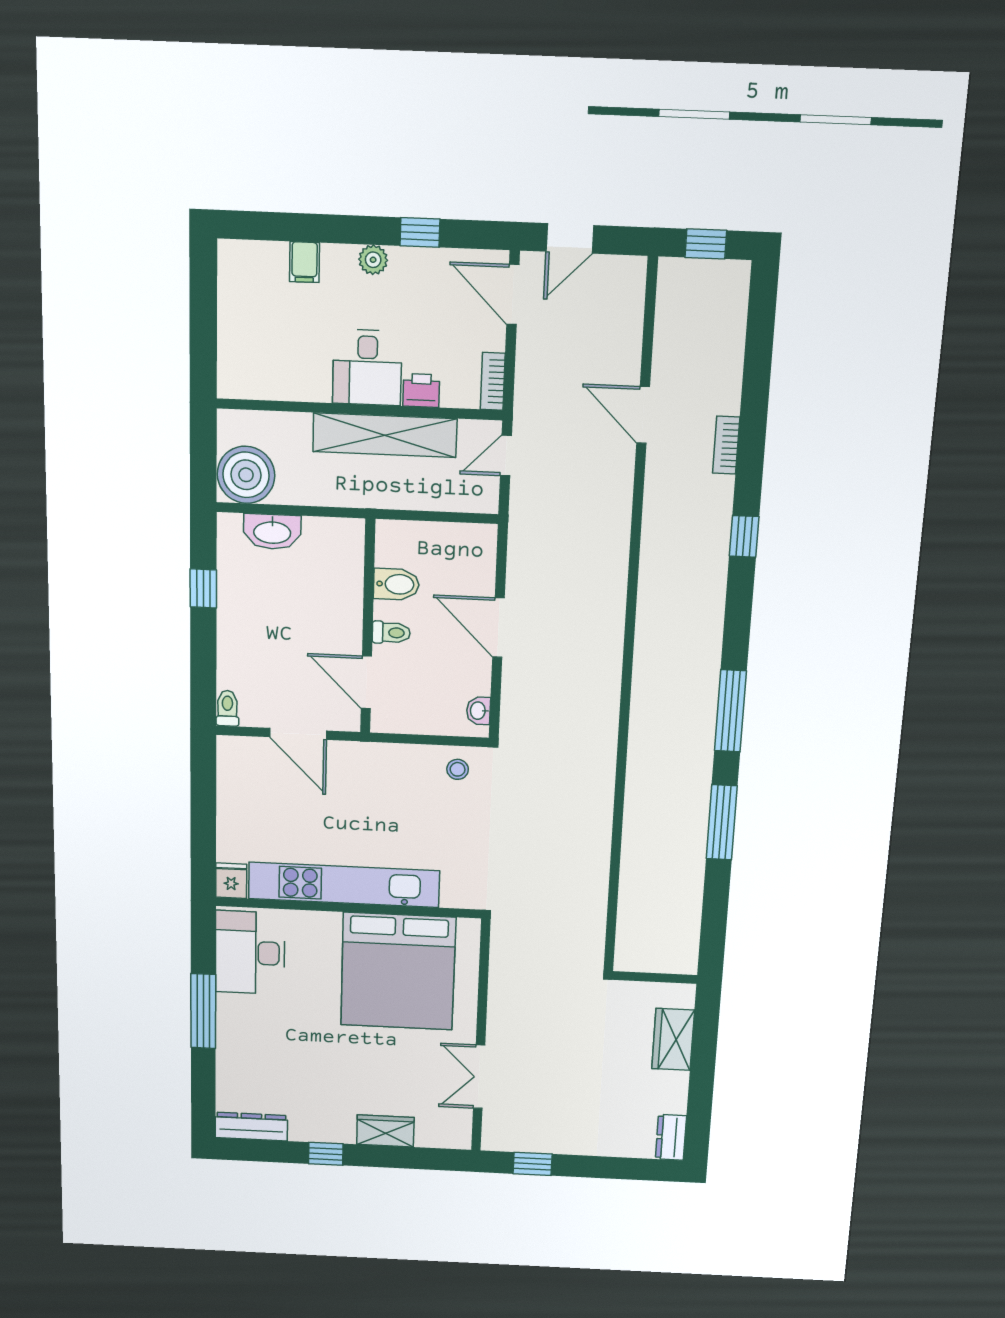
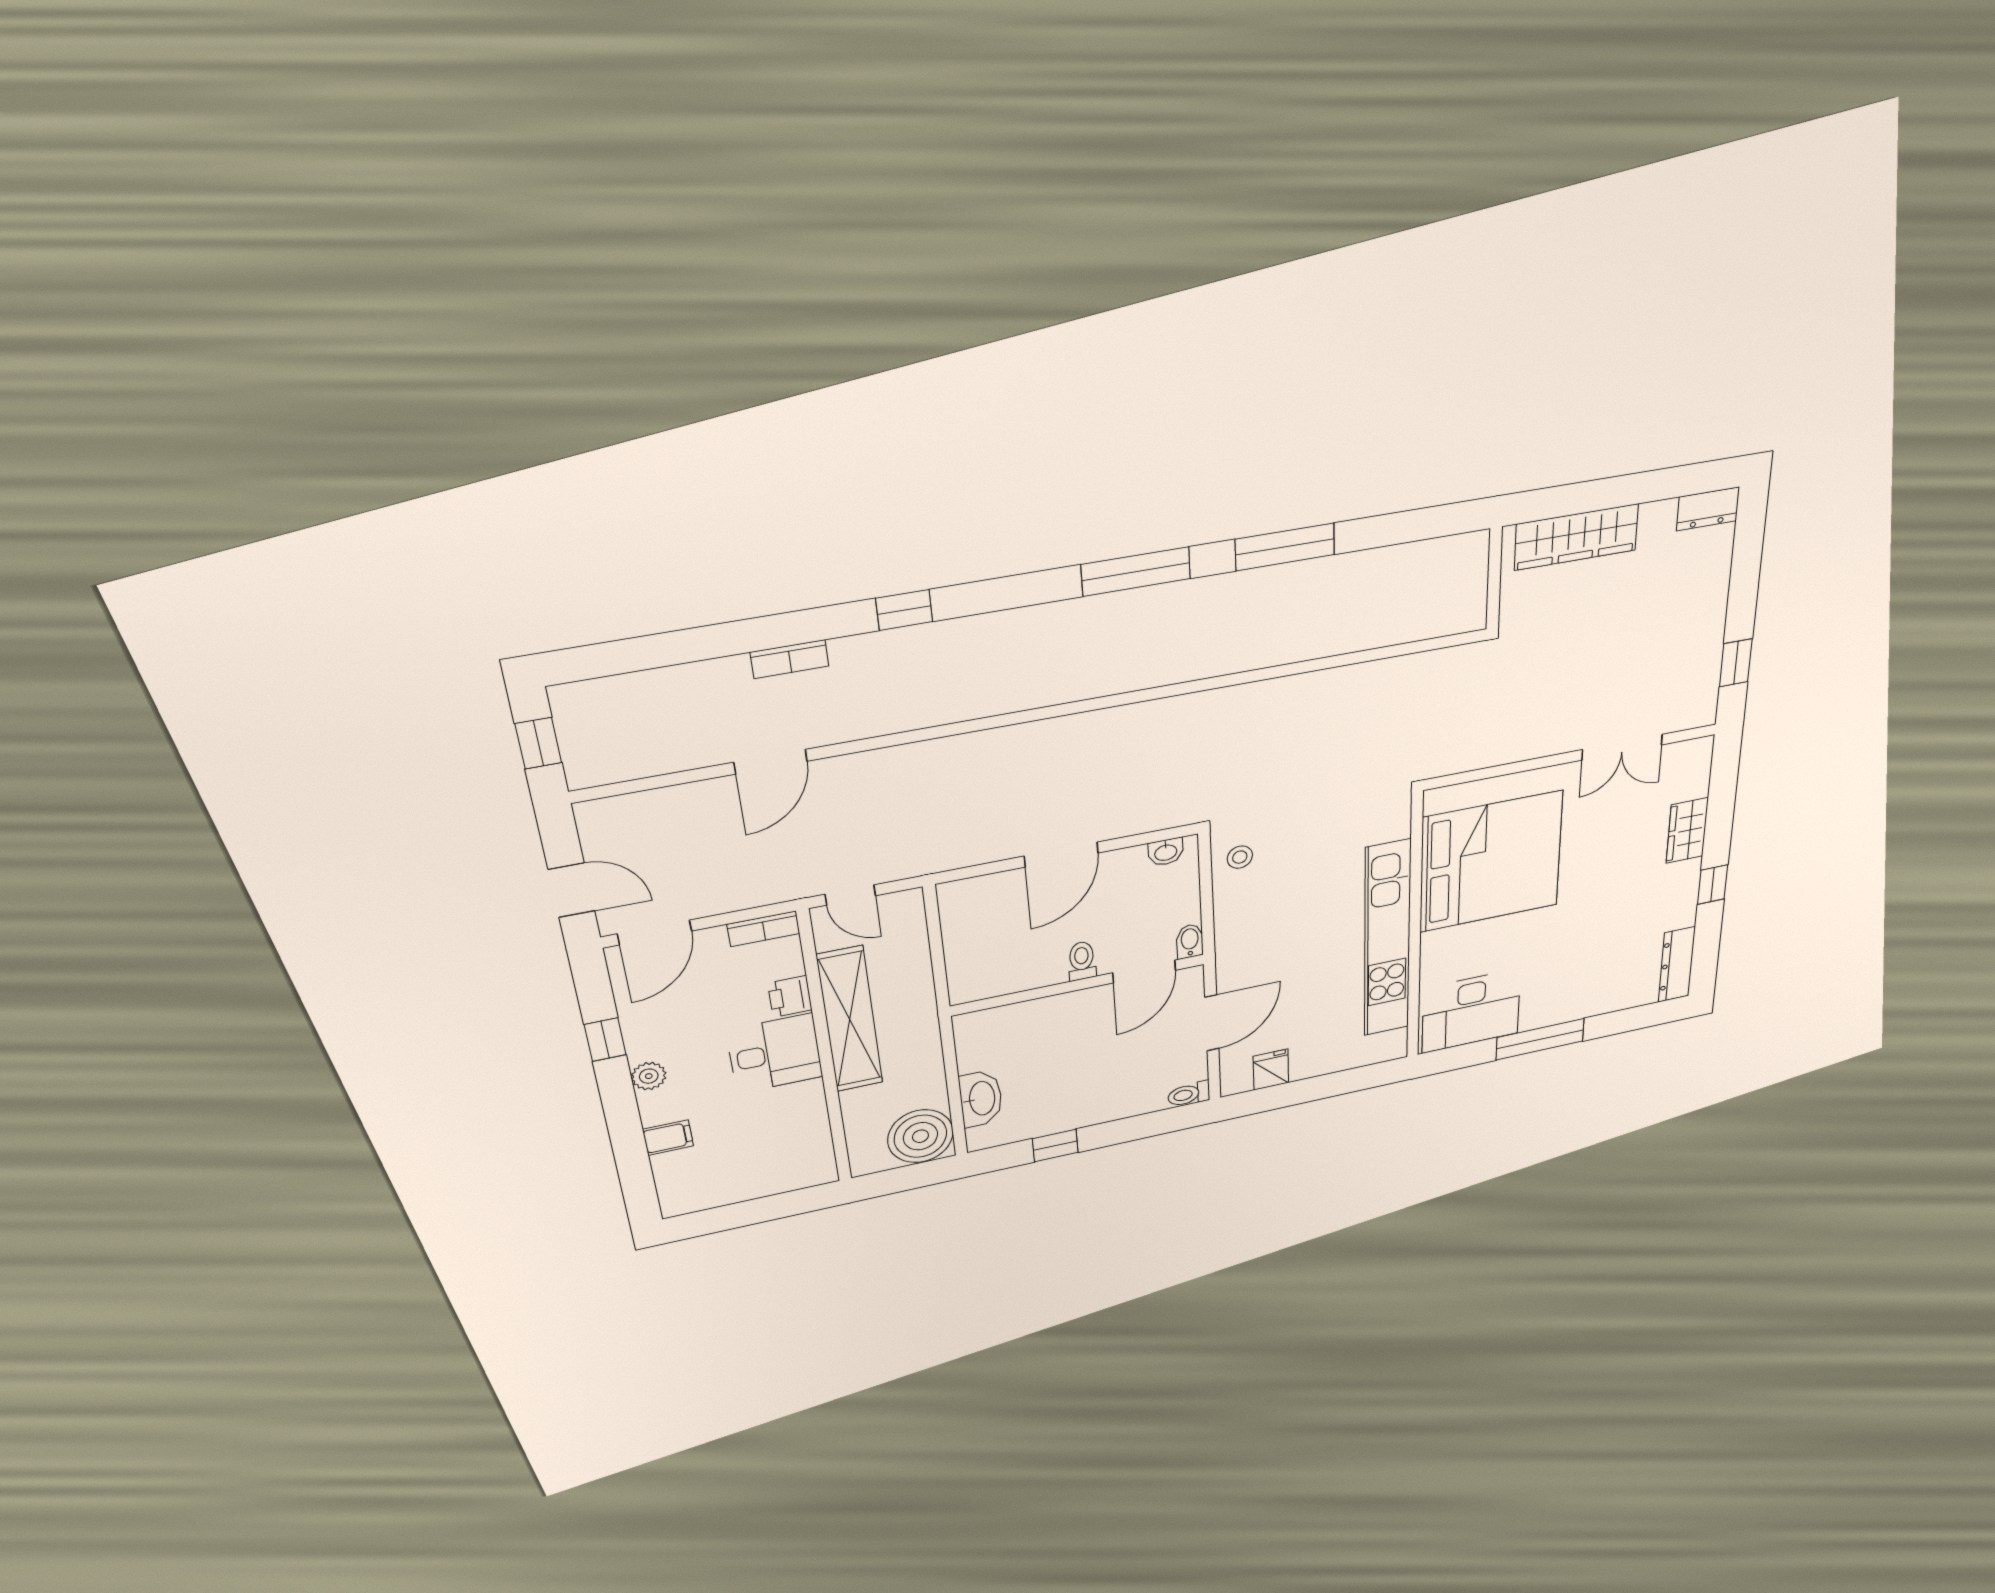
bidet: (396, 584) -> (1190, 941), moved, width x0.72, depth x0.74
fridge: (231, 881) -> (1271, 1070), moved, turned 90
wardrobe: (673, 1039) -> (1576, 537), width x1.50

